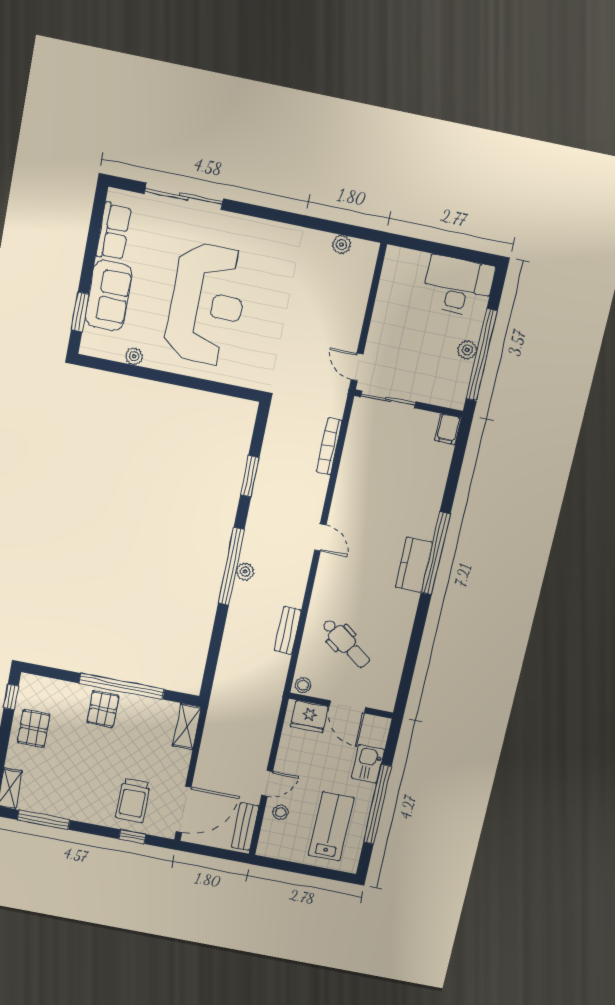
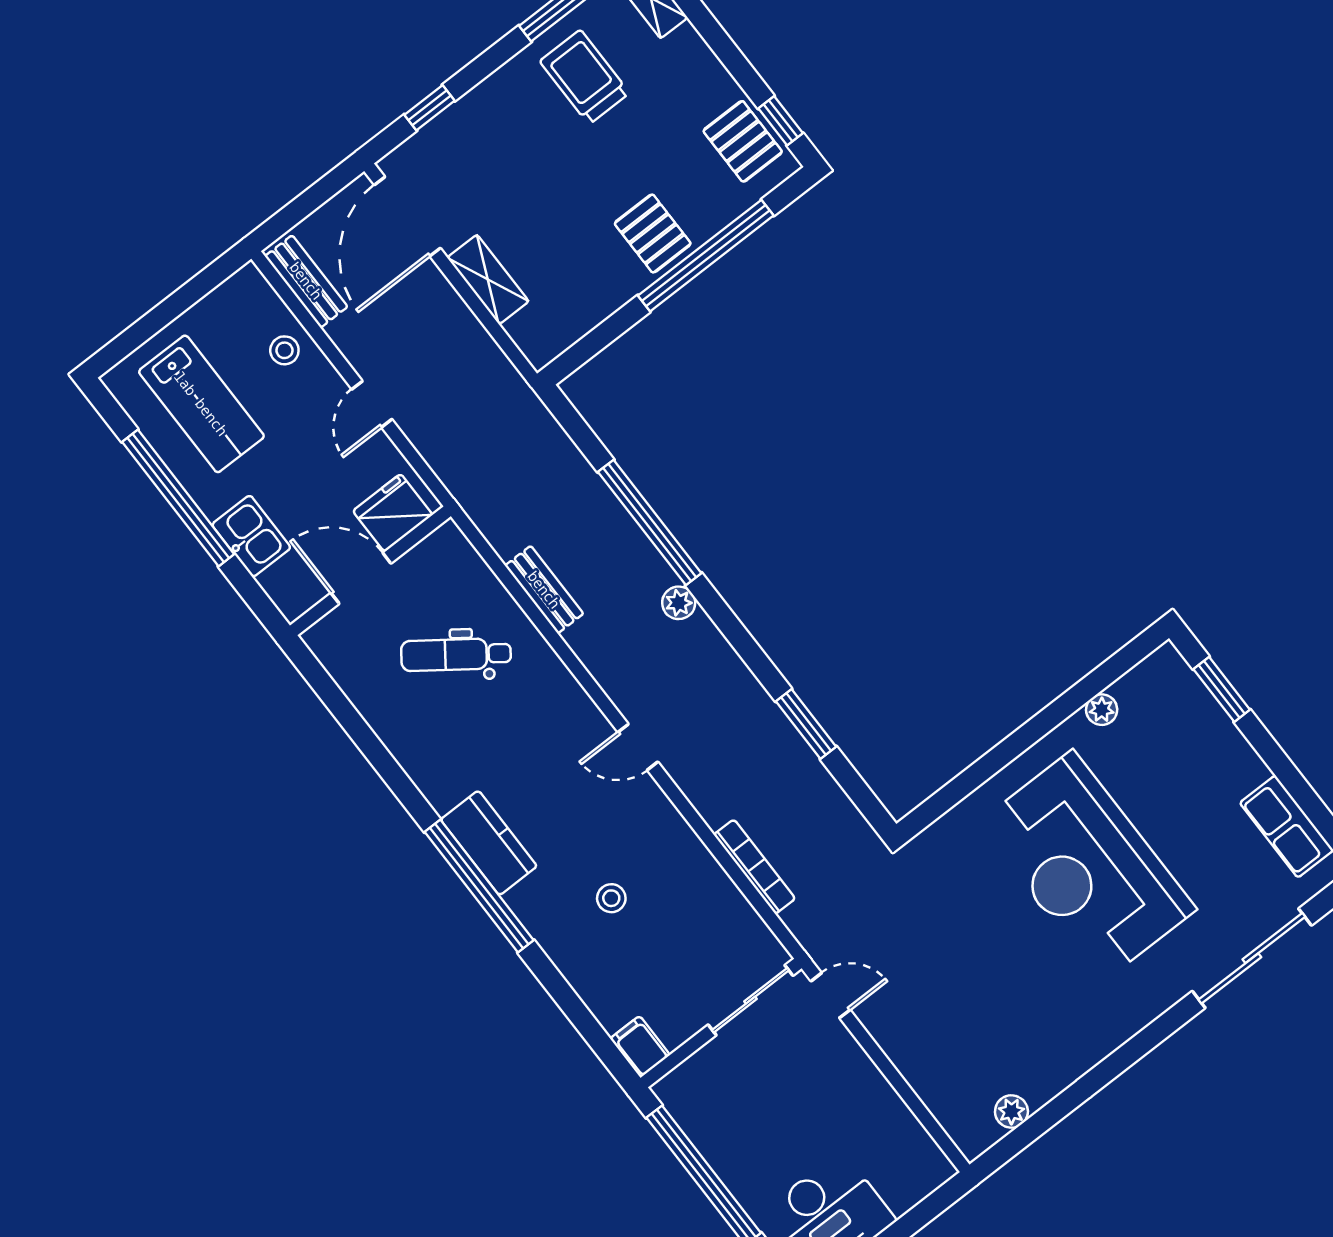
sofa: (109, 295) -> (1210, 747), removed
plant: (467, 350) -> (727, 1162), removed
window: (231, 566) -> (650, 522), moved
stool: (303, 685) -> (611, 898), moved
window: (122, 686) -> (706, 256), moved
shelving: (187, 726) -> (488, 279), moved
pallet: (34, 728) -> (743, 141), moved
door: (267, 783) -> (372, 404), moved
trolley: (133, 800) -> (585, 77), moved

